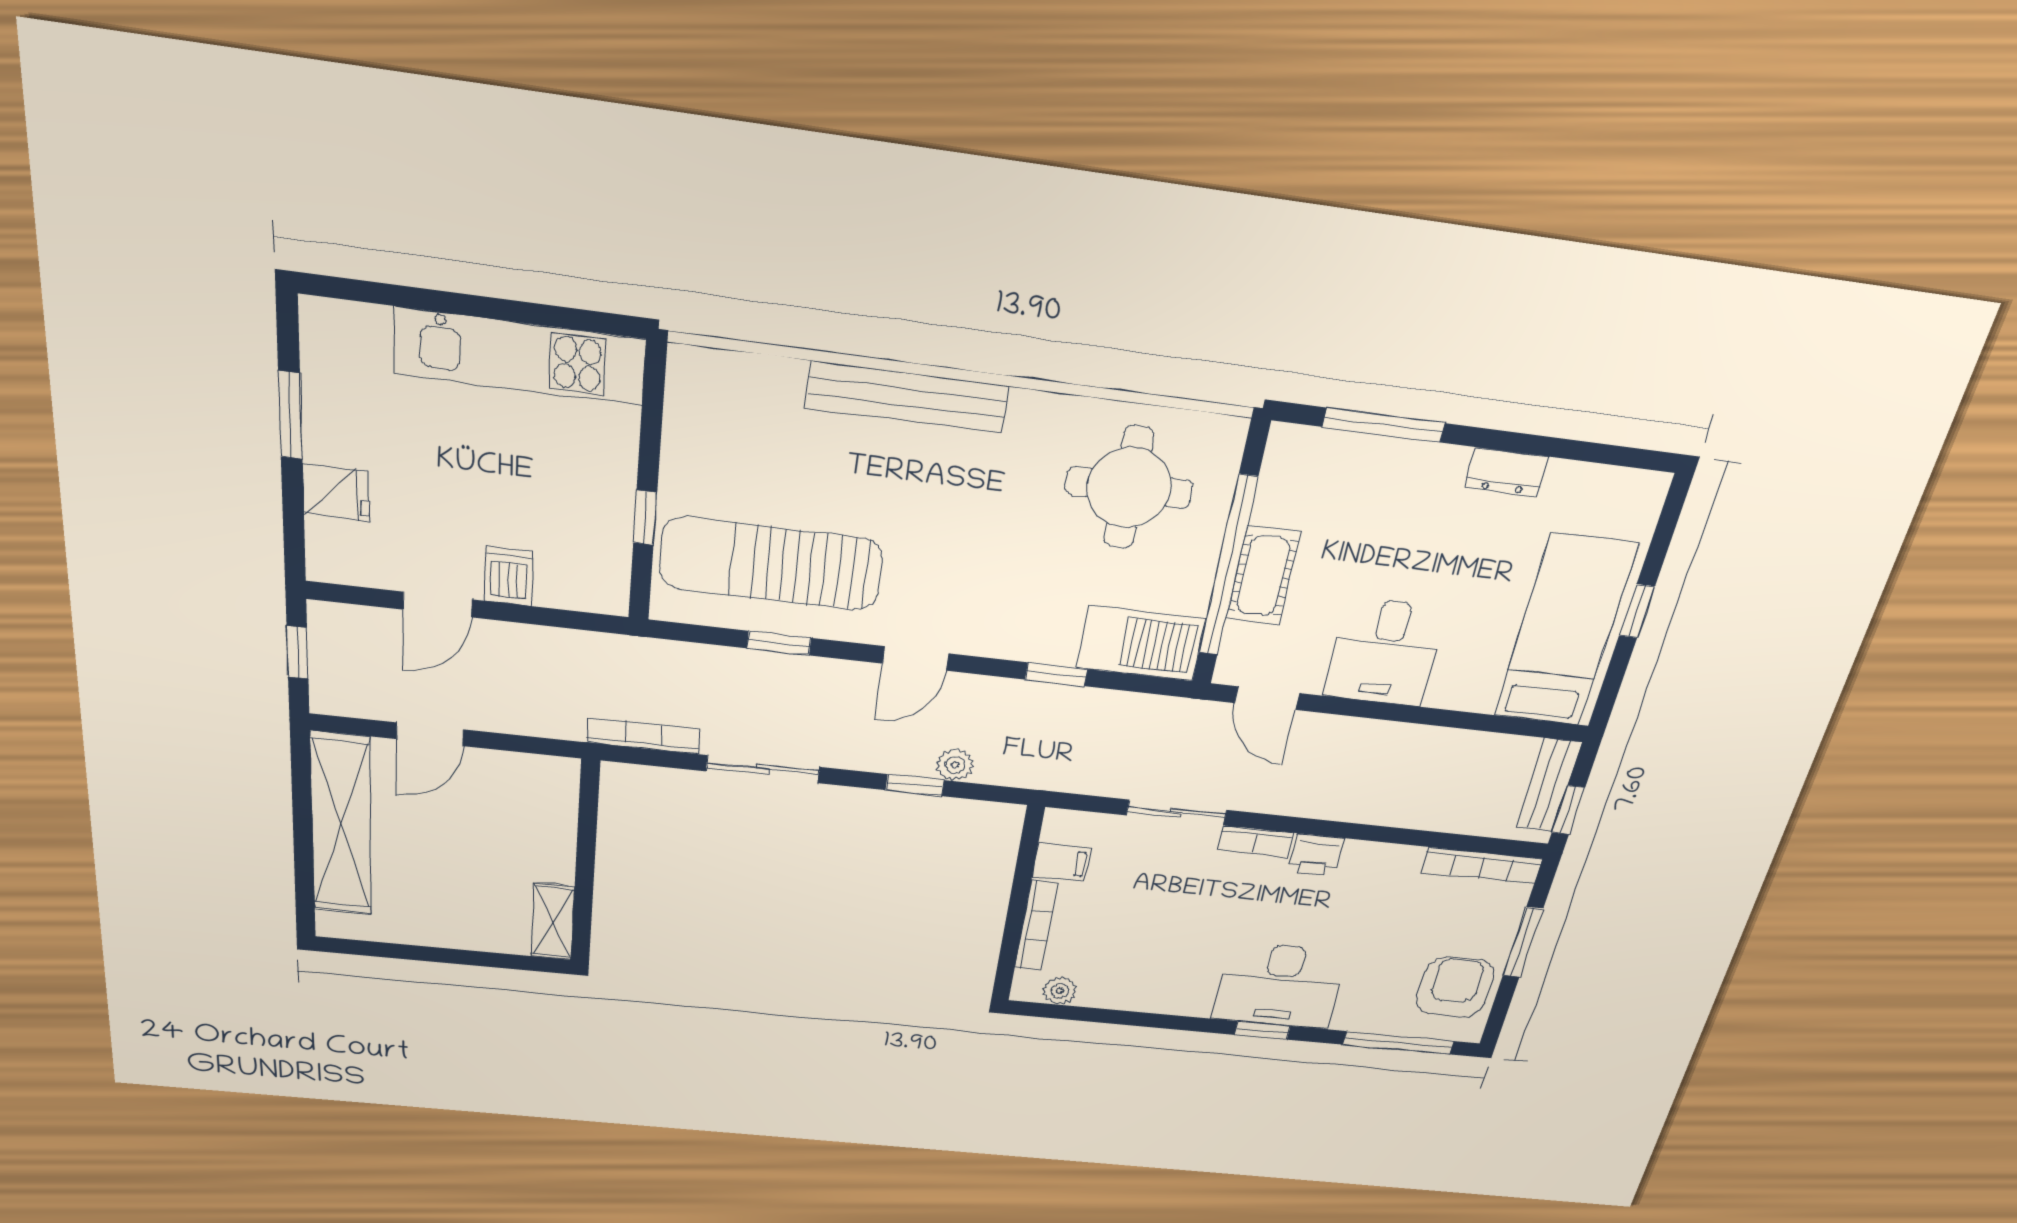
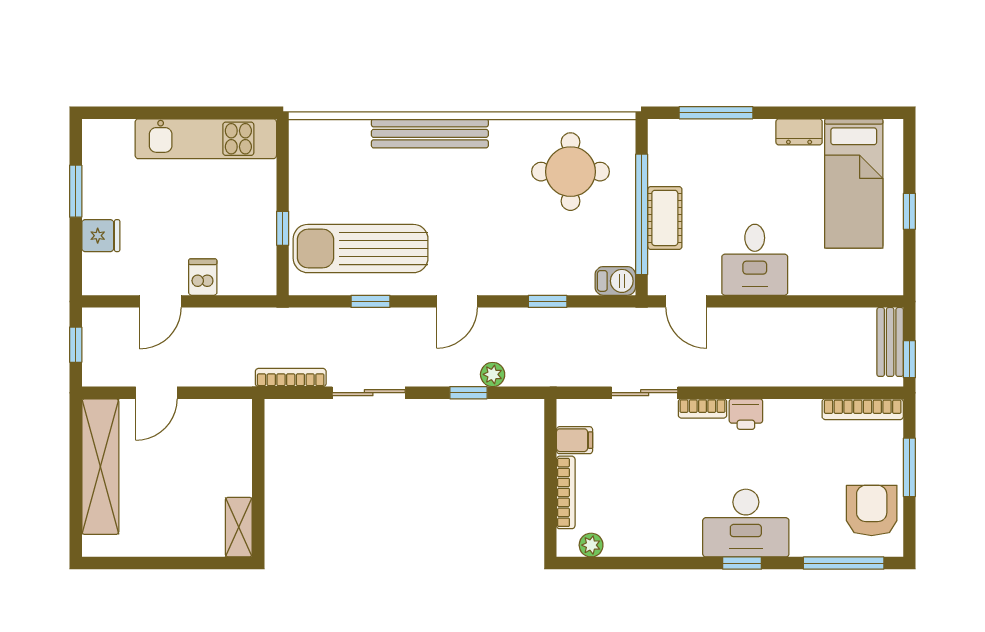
bed: (1565, 631) -> (854, 184), moved, turned 180
barbecue: (1141, 643) -> (615, 281), width x0.53, depth x0.65

